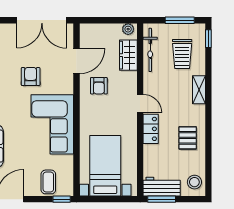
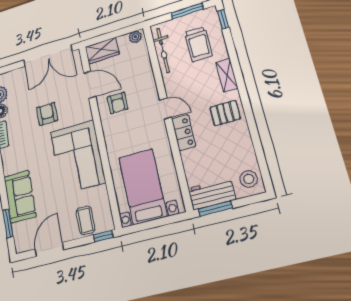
wardrobe: (128, 55) -> (102, 50), moved, turned -90
door: (77, 61) -> (90, 85), hinge flipped
pallet: (188, 138) -> (225, 113), moved, turned 90

